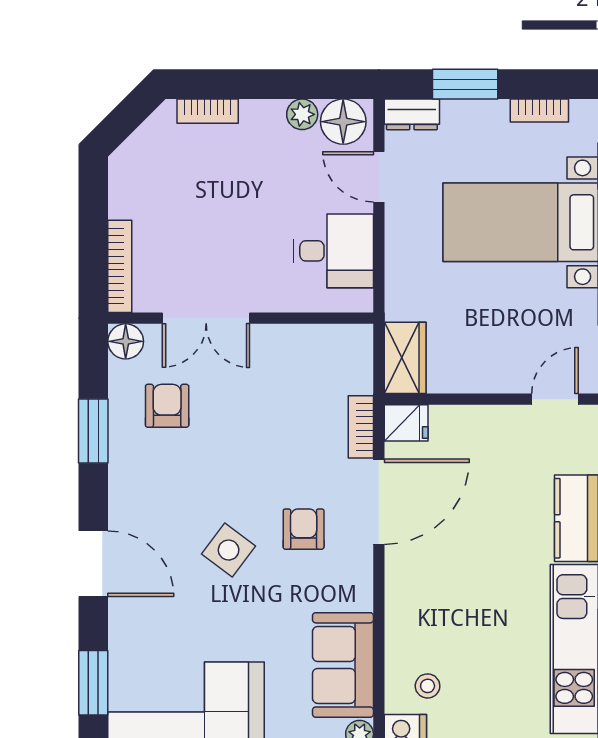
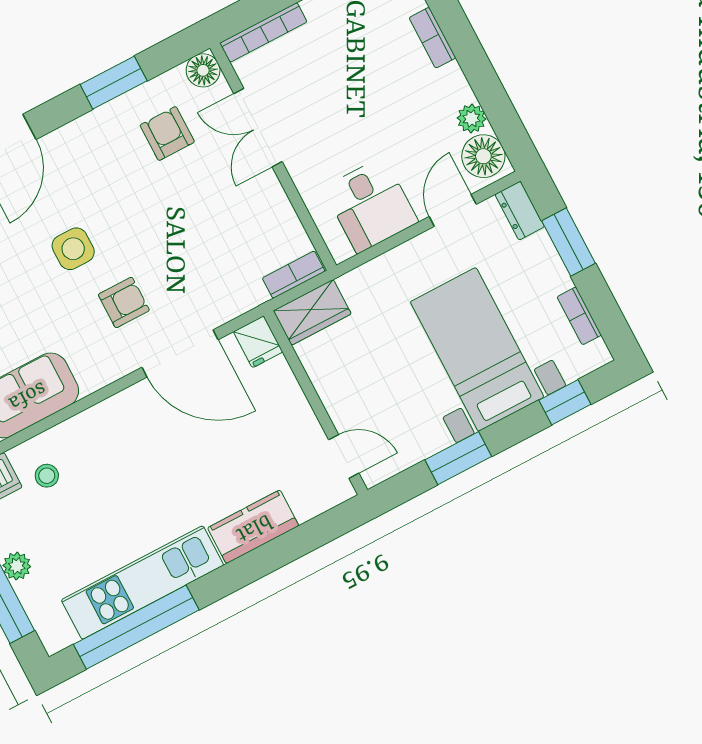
armchair: (167, 406) -> (167, 134), turned -90
bookcase: (361, 427) -> (294, 275), moved
side table: (229, 550) -> (73, 249), turned -37

